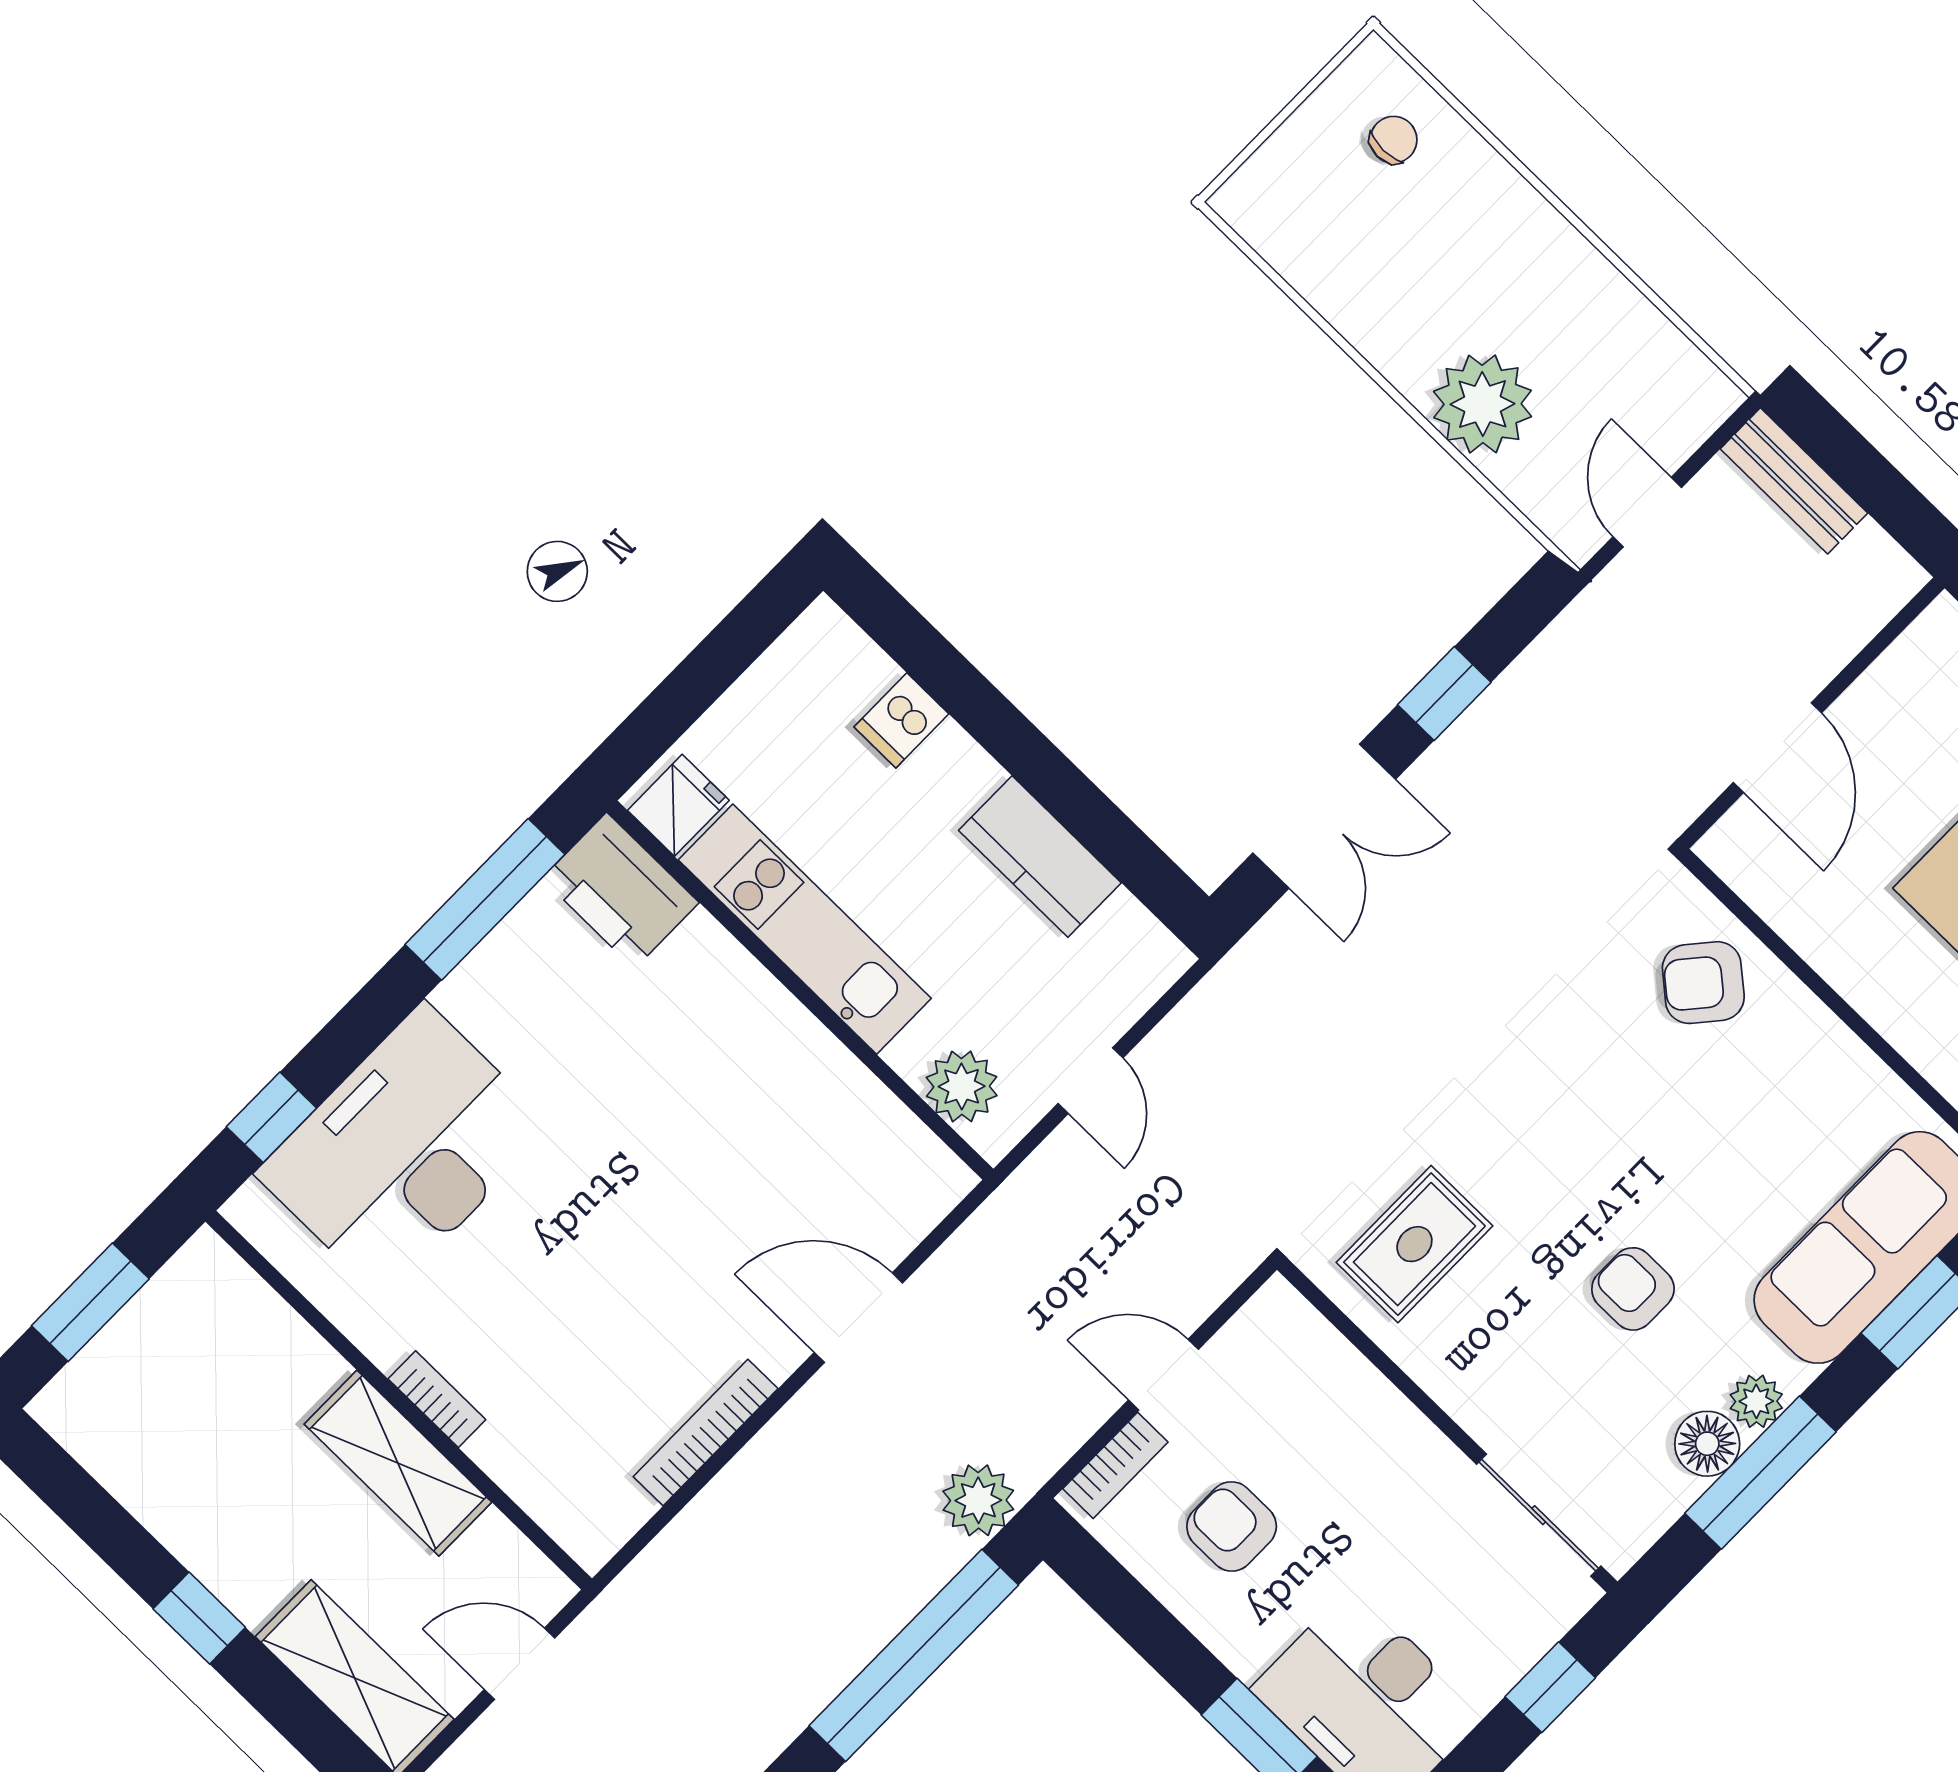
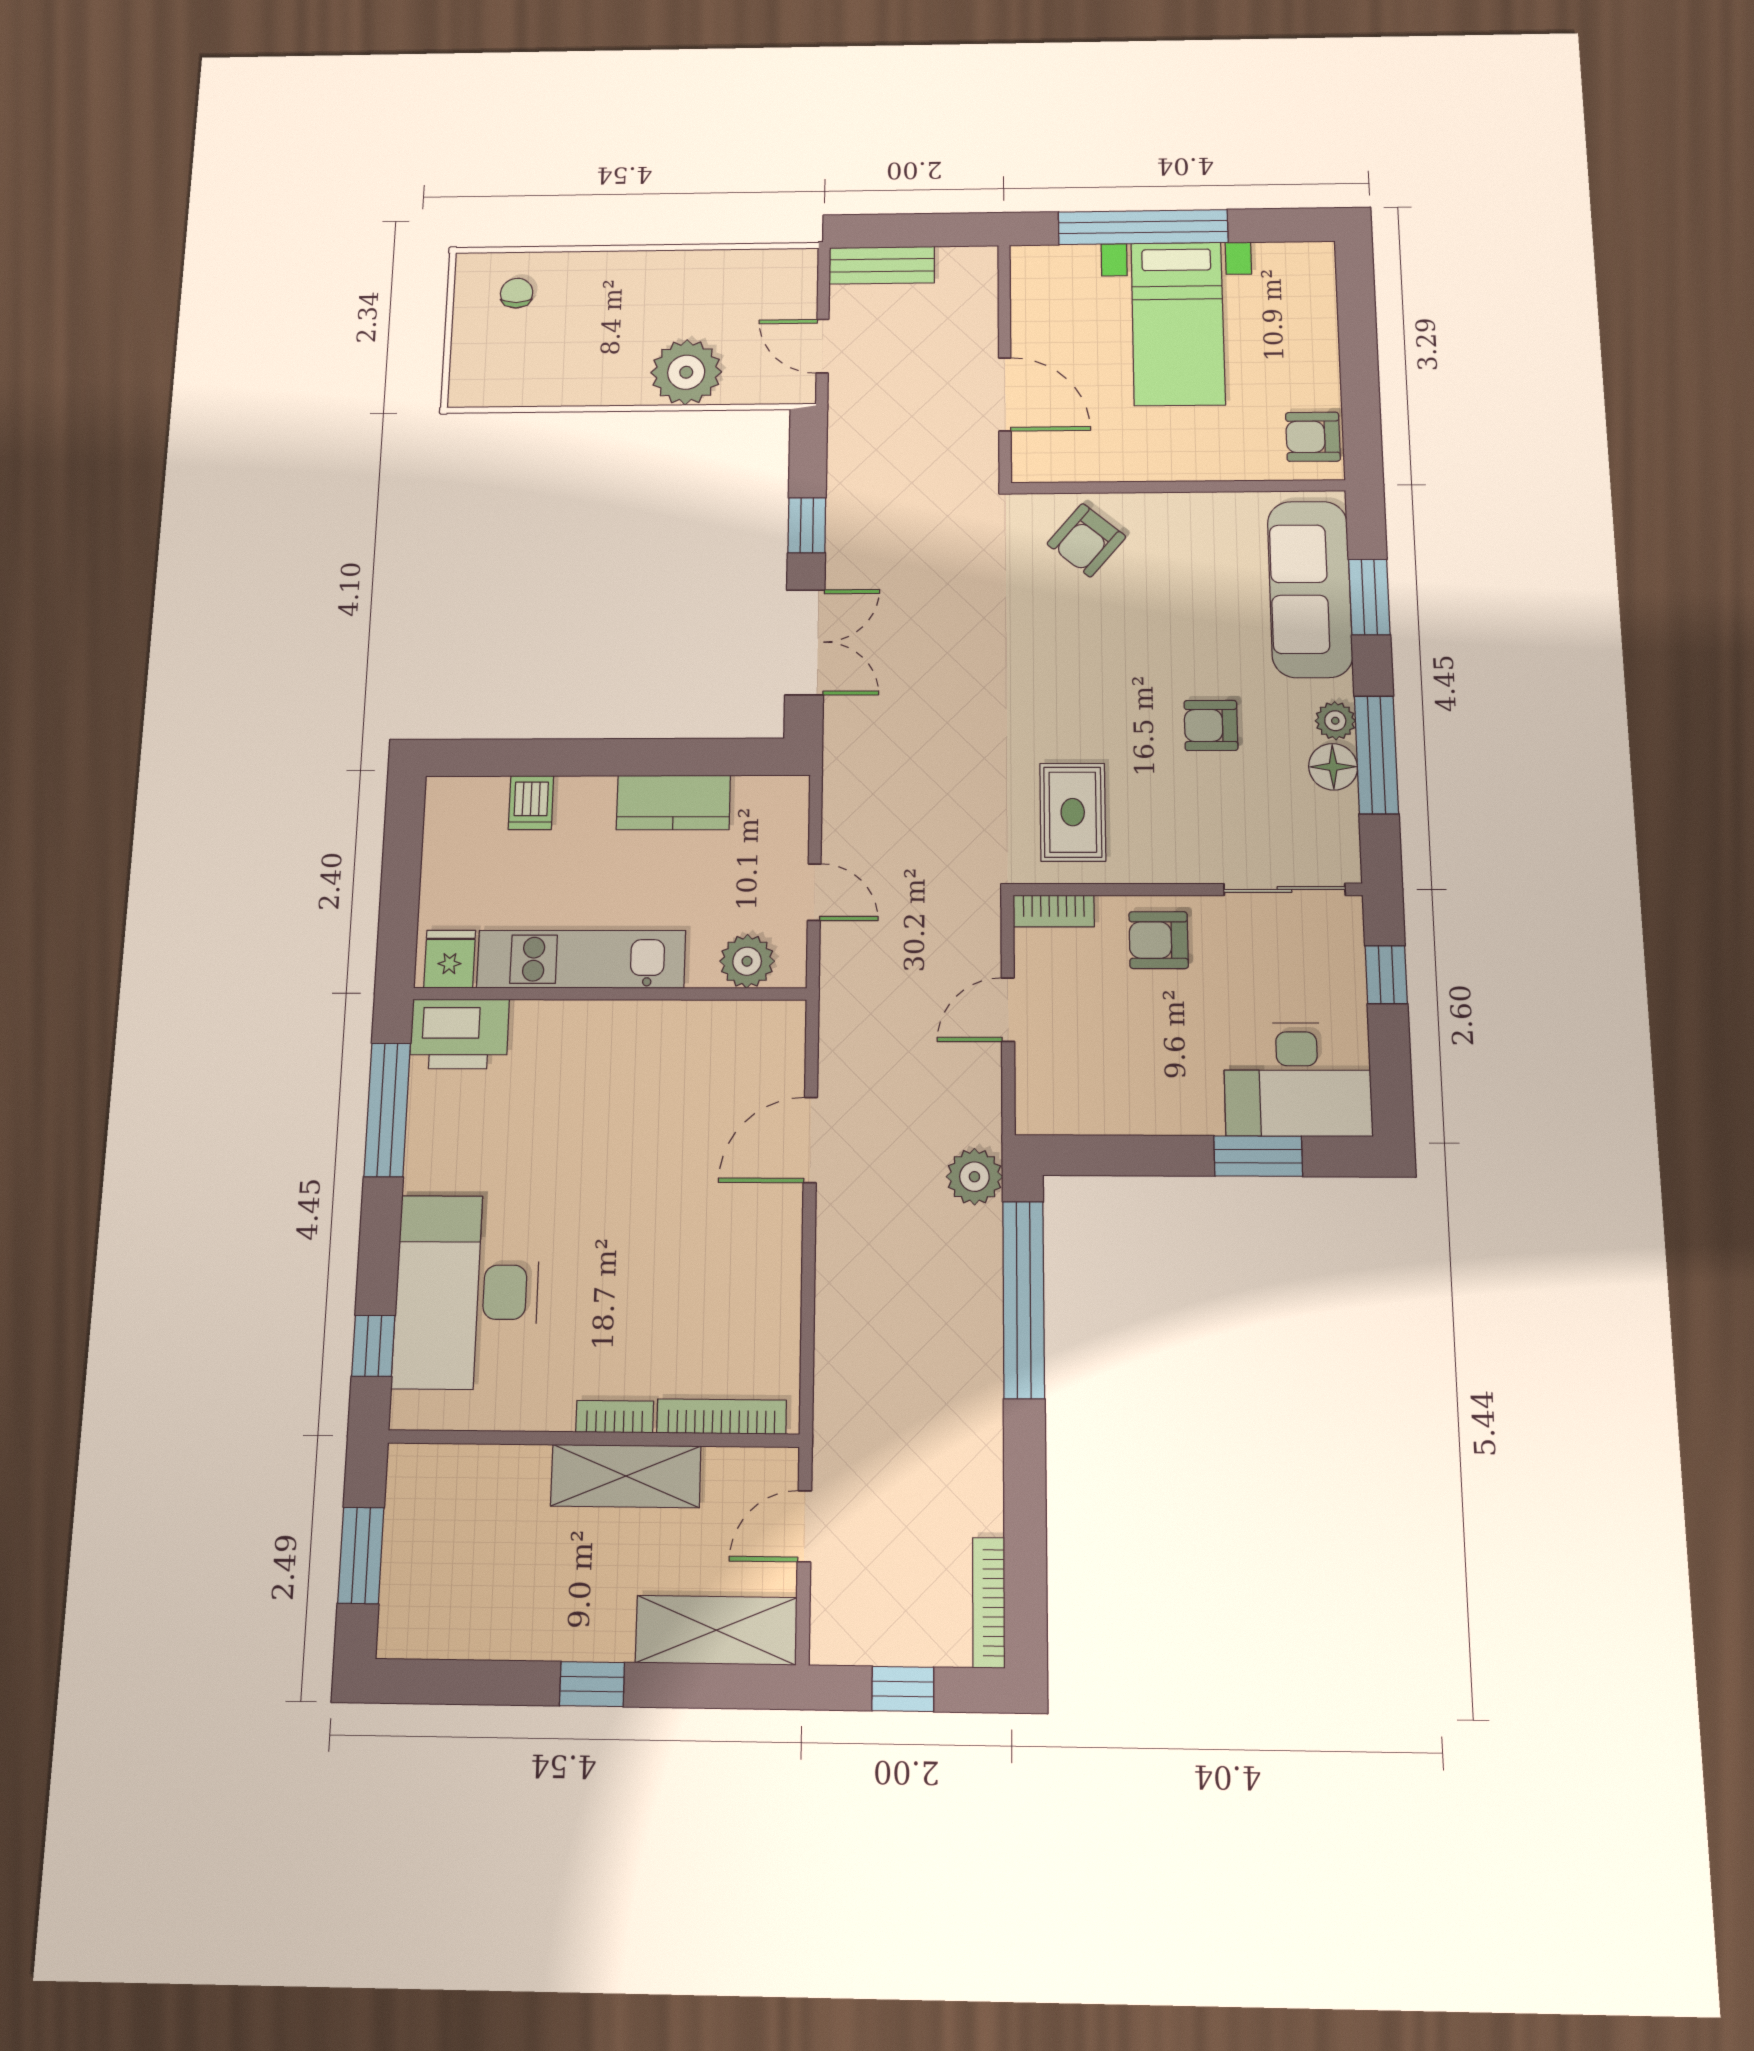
bookcase: (706, 1433) -> (722, 1417), moved, turned 90
bookcase: (1115, 1465) -> (1054, 911), moved, turned 90
armchair: (1232, 1526) -> (1159, 940), moved

